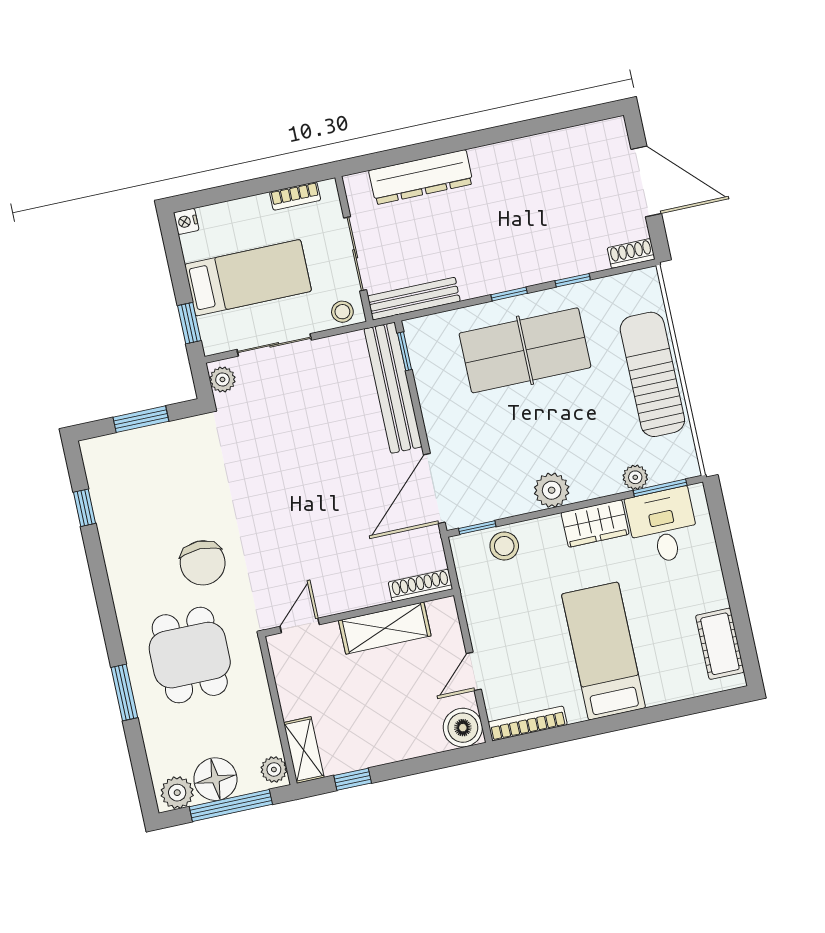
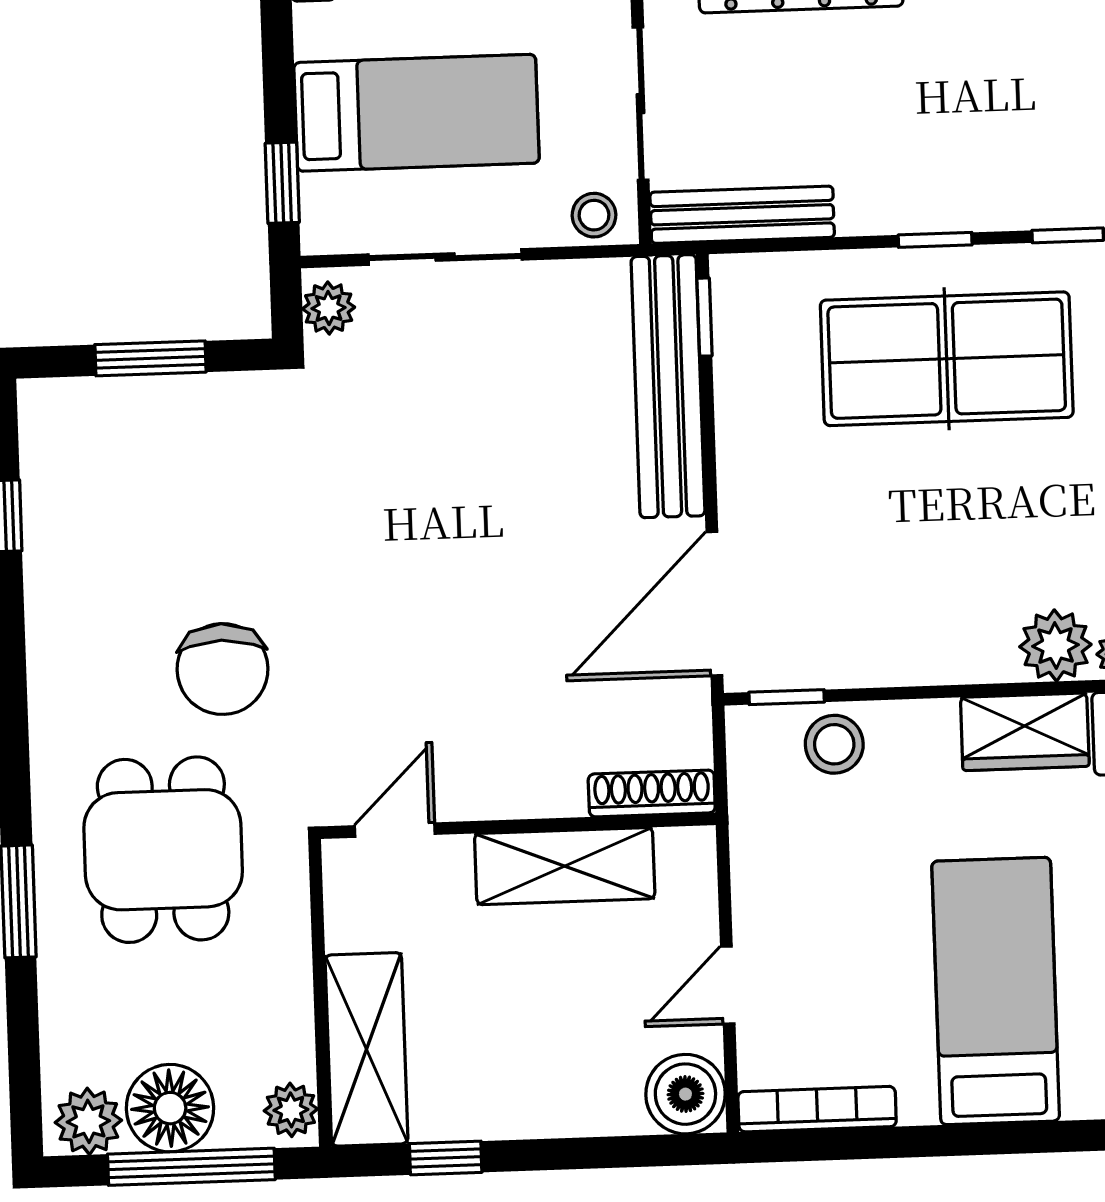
plant: (552, 490) -> (1055, 646), moved
shelving: (304, 750) -> (366, 1049), width x1.50, depth x1.33

